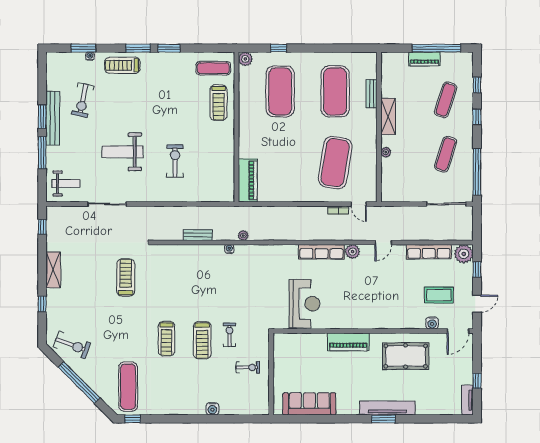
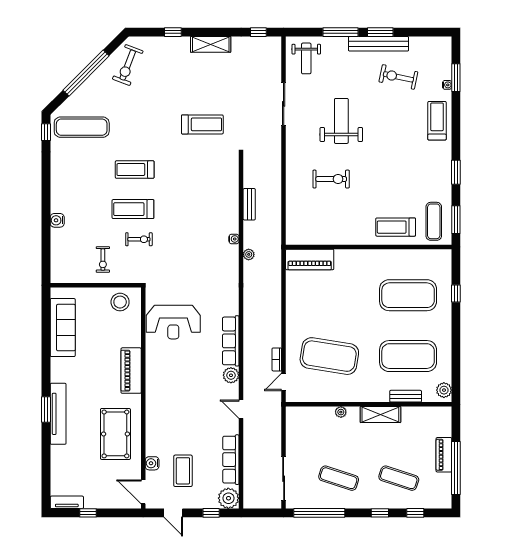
window: (138, 48) -> (456, 220), moved
plant: (245, 59) -> (444, 390), moved
stool: (286, 352) -> (120, 302), added

